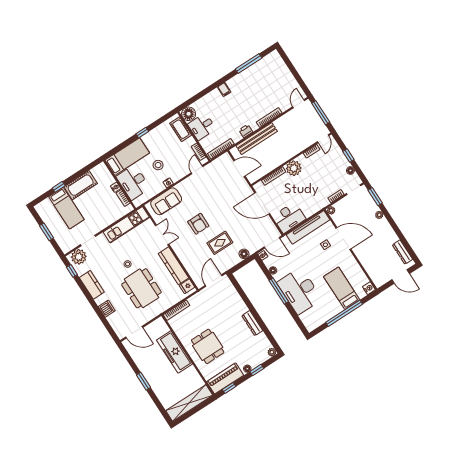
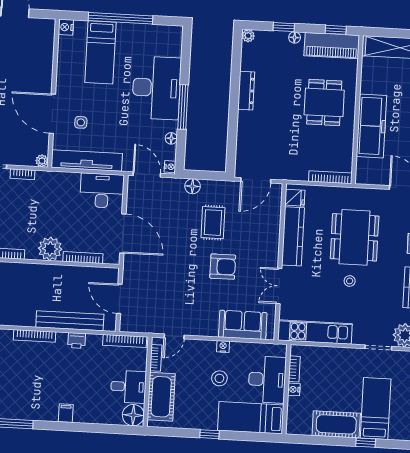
cot: (181, 129) -> (161, 397), width x1.37, depth x1.34
armchair: (198, 224) -> (223, 267), turned 90
rug: (220, 243) -> (213, 223), turned 90

